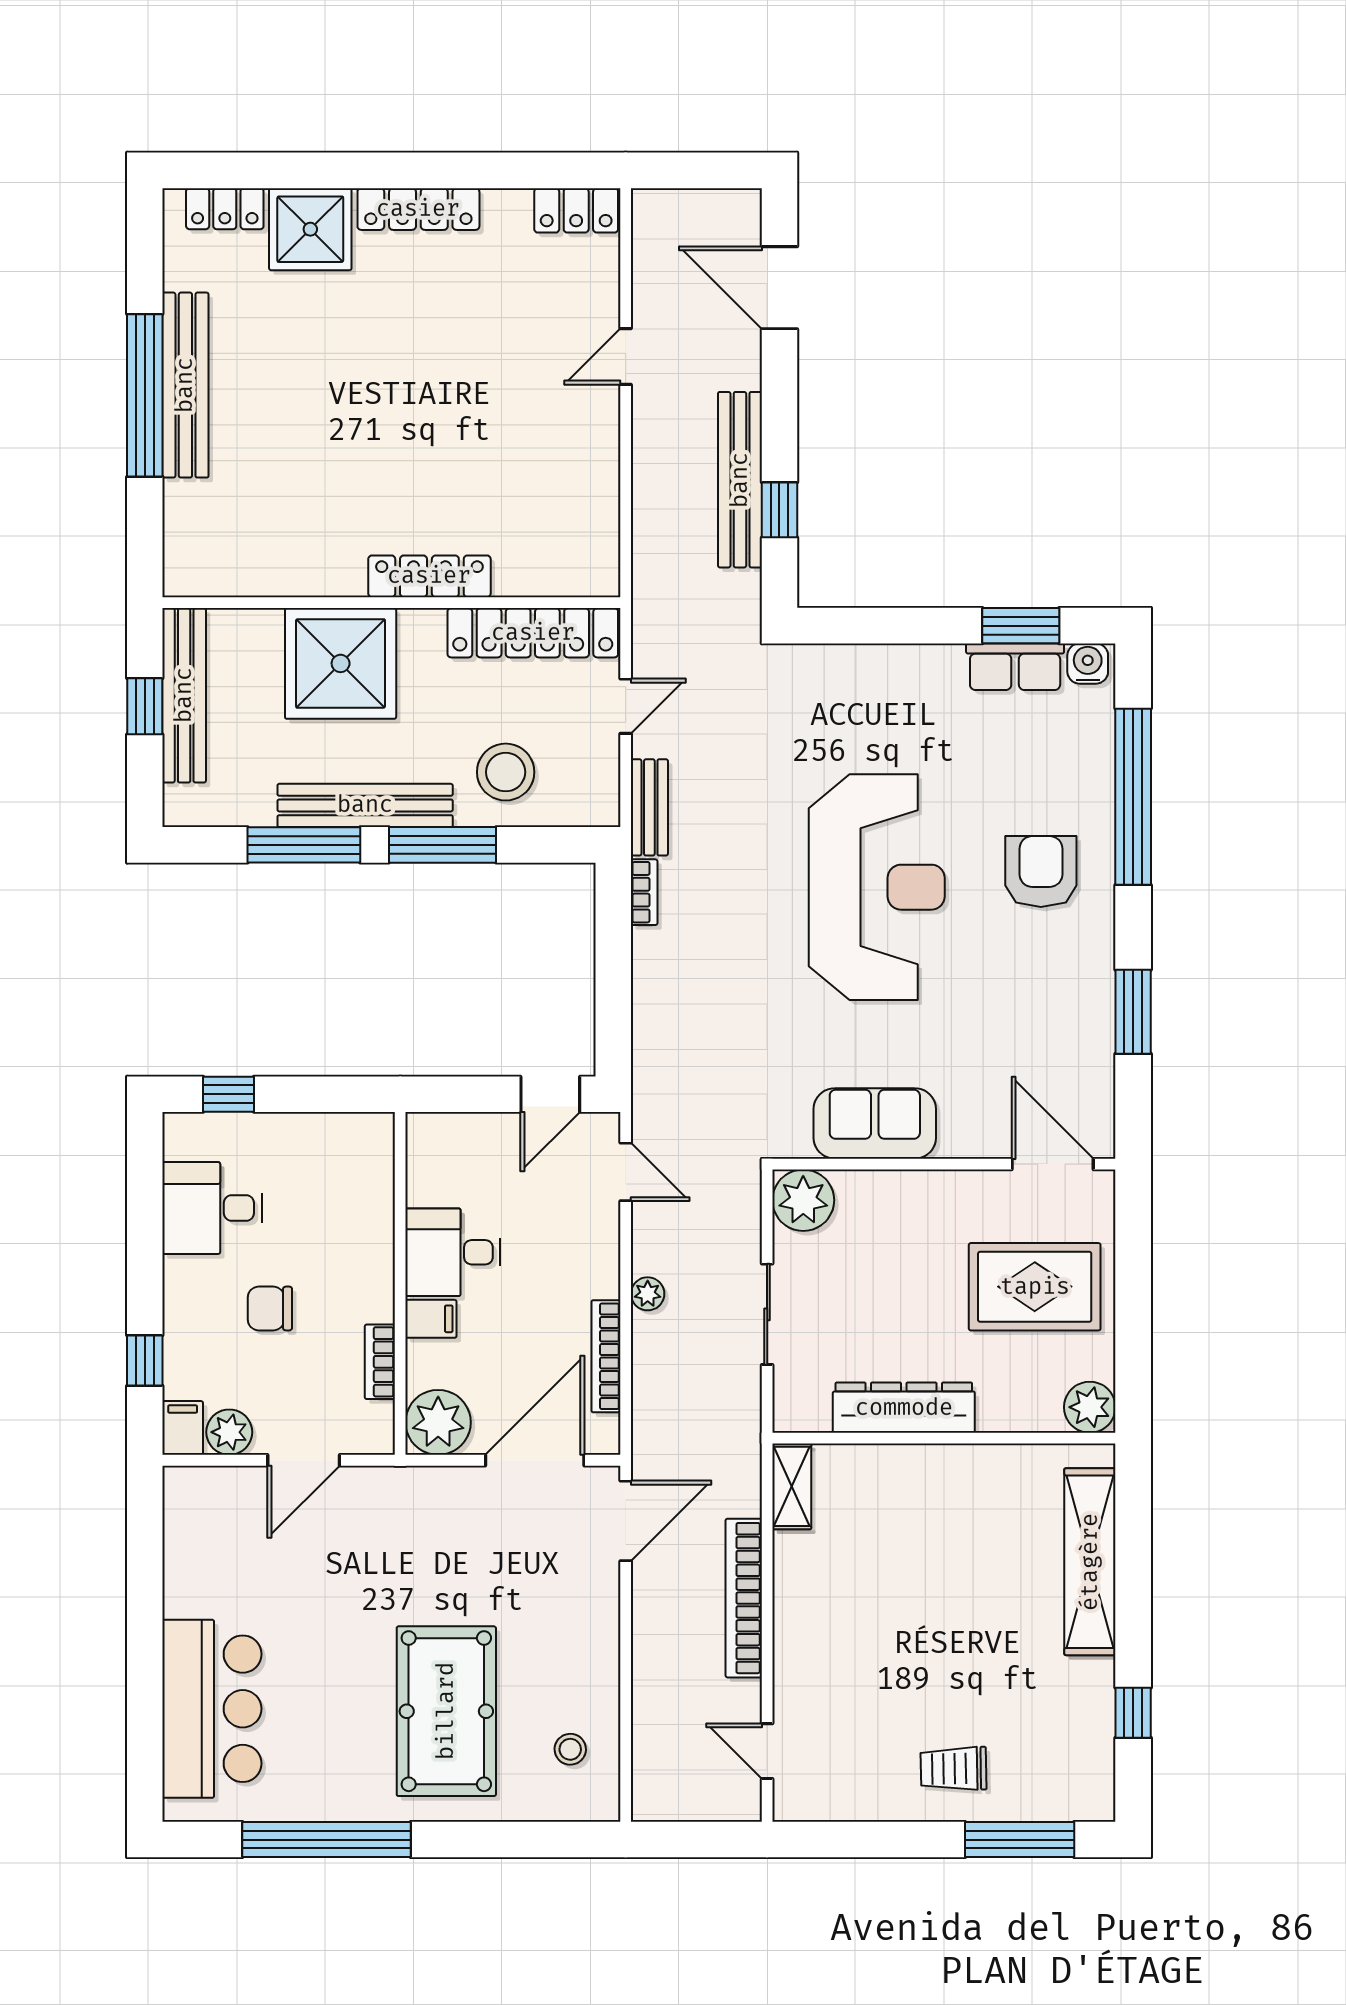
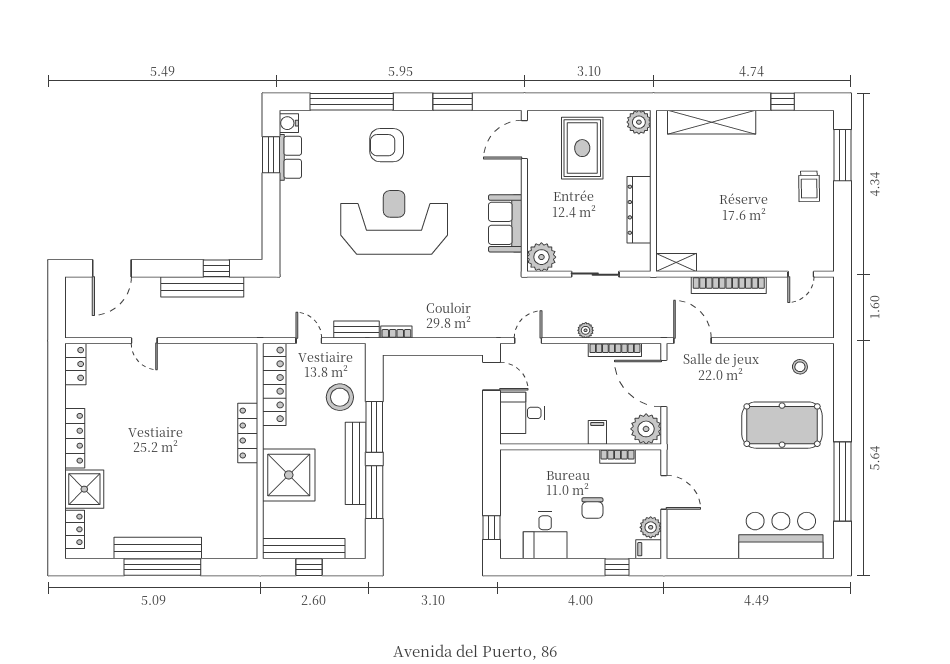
desk: (453, 1252) -> (522, 413), moved, turned 90

